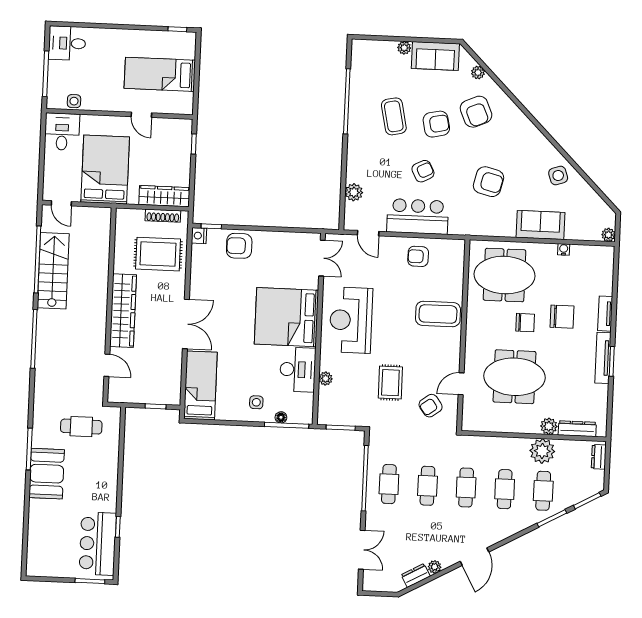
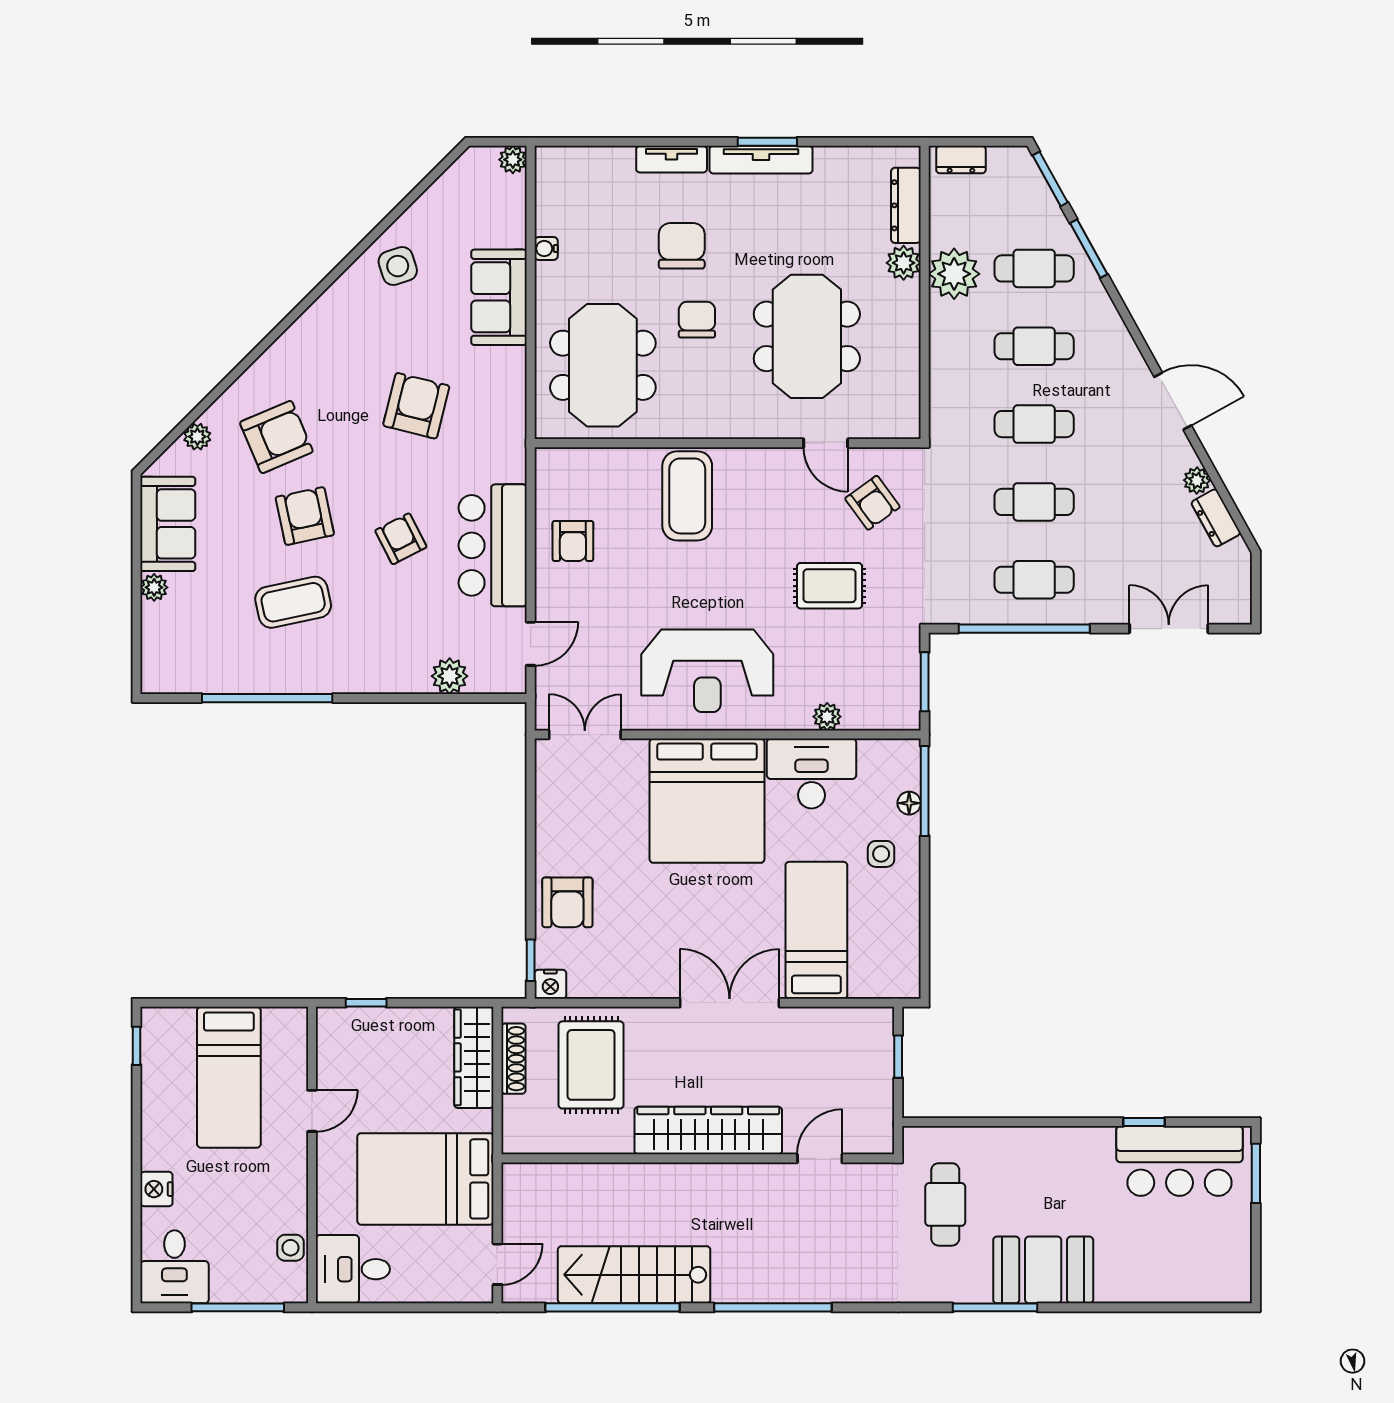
nightstand: (106, 36) -> (156, 1189), added
bed: (200, 386) -> (816, 930), moved, turned 90

